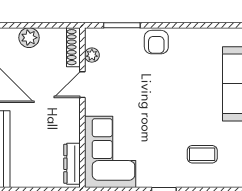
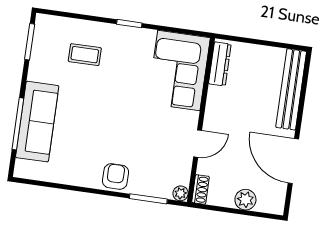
shoe rack: (73, 47) -> (200, 189), width x0.70
plant: (92, 55) -> (181, 193), moved

